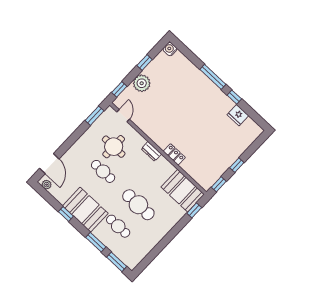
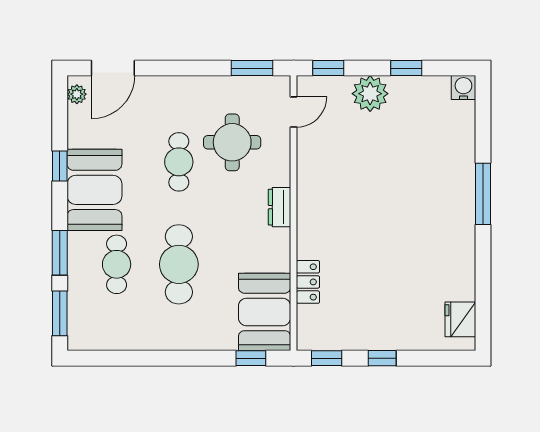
window: (234, 97) -> (483, 256), removed
fridge: (238, 115) -> (460, 319), moved
locker: (174, 154) -> (308, 282), moved

